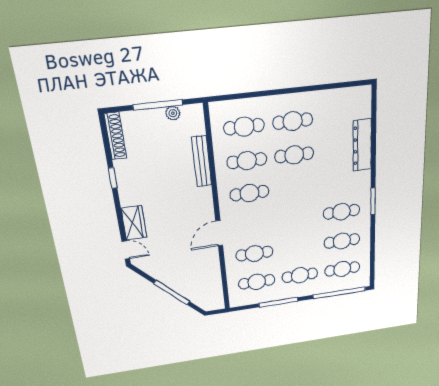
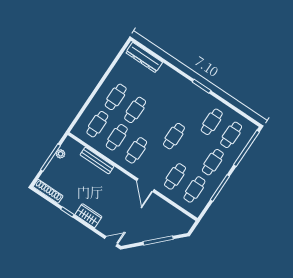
dresser: (362, 145) -> (144, 58), moved
cafe table: (341, 212) -> (174, 136), moved
wardrobe: (134, 223) -> (88, 216), moved

